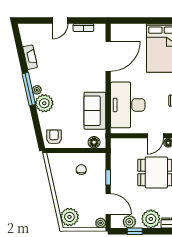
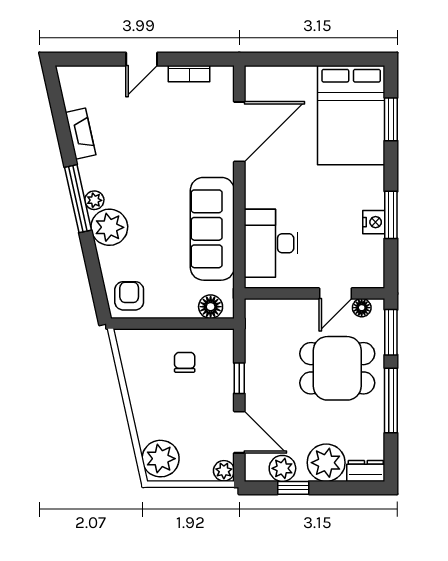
desk: (128, 105) -> (271, 243), width x0.73, depth x0.77
sofa: (95, 111) -> (212, 229), width x1.36

